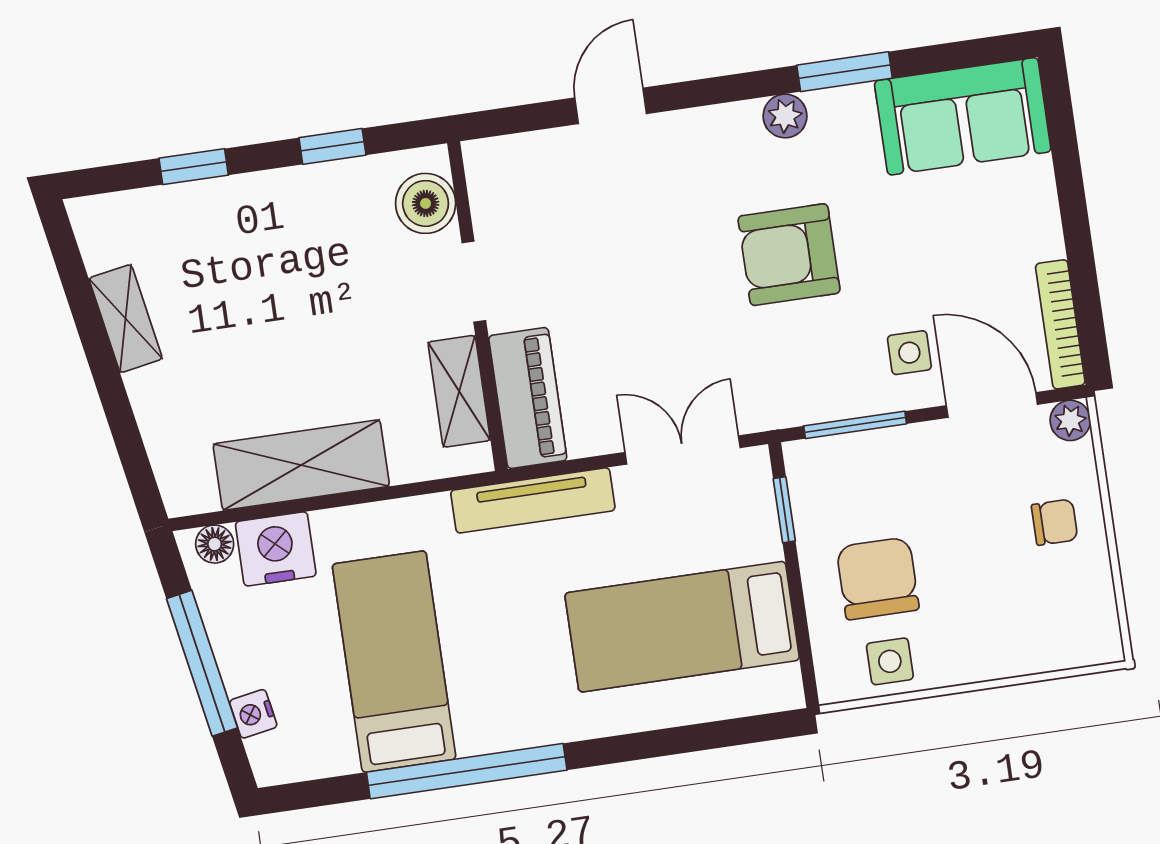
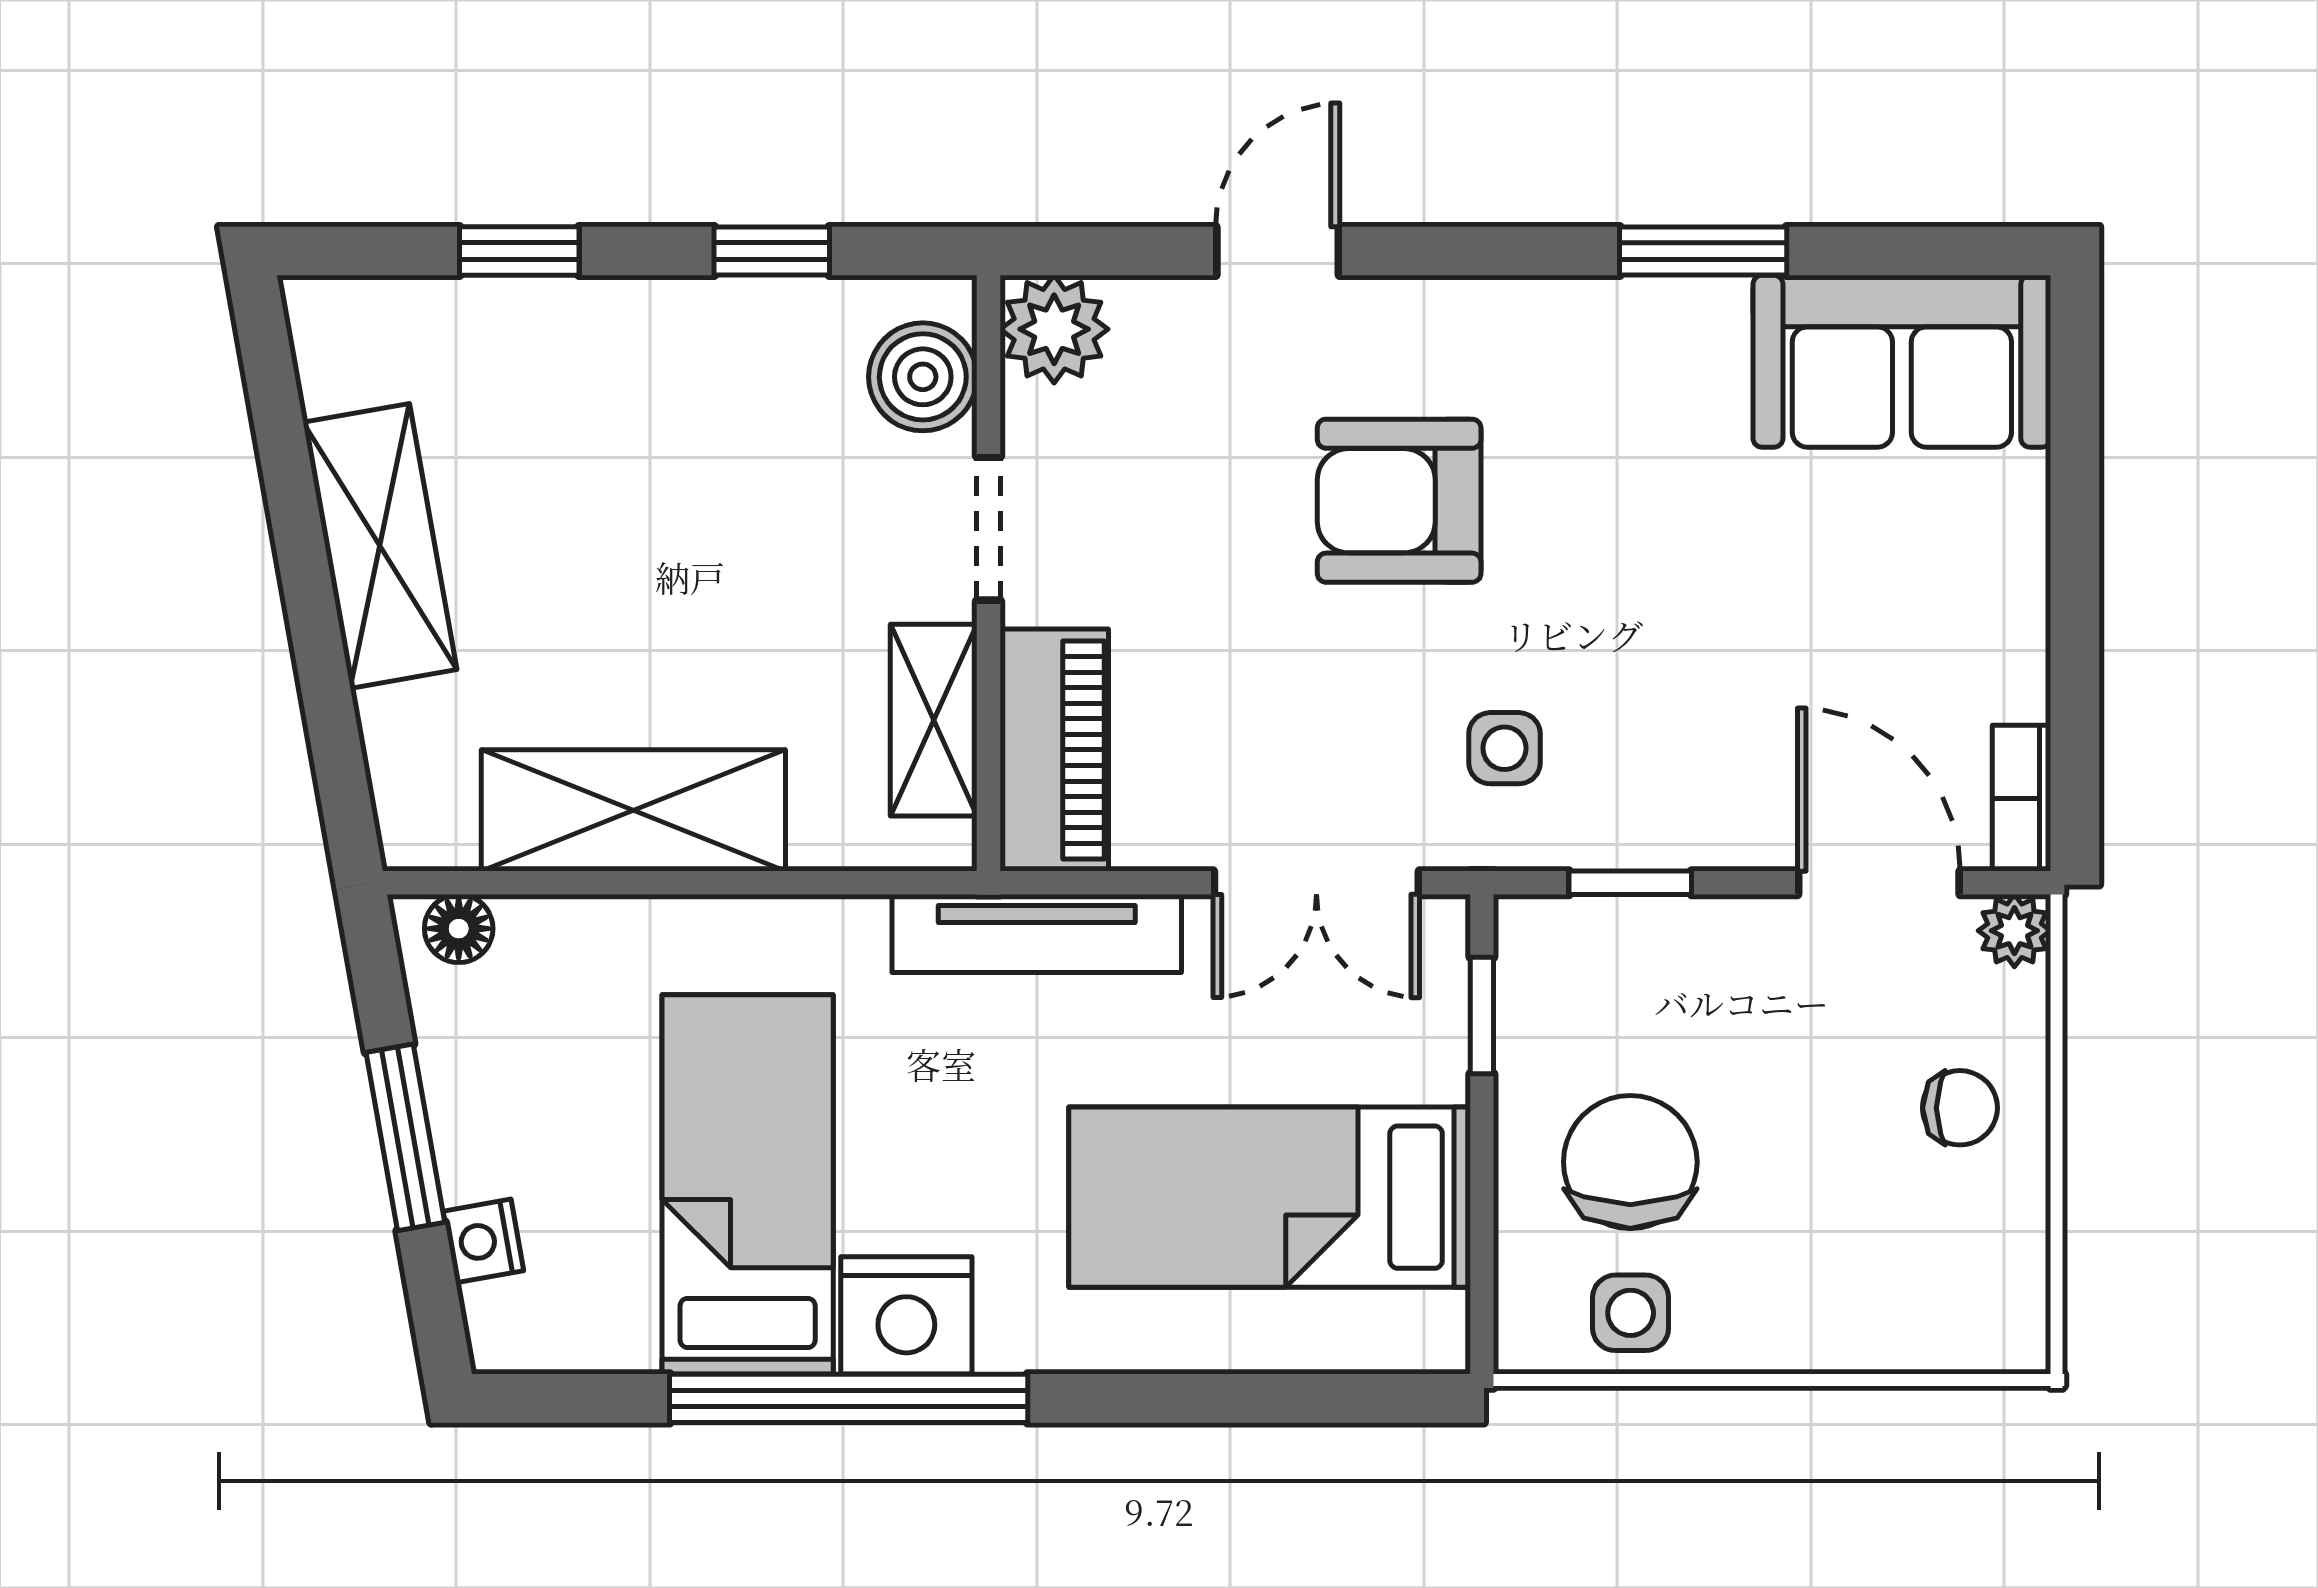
plant: (785, 116) -> (1054, 329), moved, width x1.38, depth x1.38
armchair: (789, 255) -> (1399, 501), moved
shelving: (126, 319) -> (380, 546), width x1.50, depth x1.33
bookcase: (1060, 324) -> (2021, 798), width x0.64
side table: (909, 353) -> (1505, 748), moved
window: (855, 425) -> (1630, 883), width x0.67
double door: (683, 450) -> (1316, 883), swing flipped
nightstand: (276, 549) -> (906, 1315), moved, turned 180
window: (202, 663) -> (405, 1137), width x0.69

